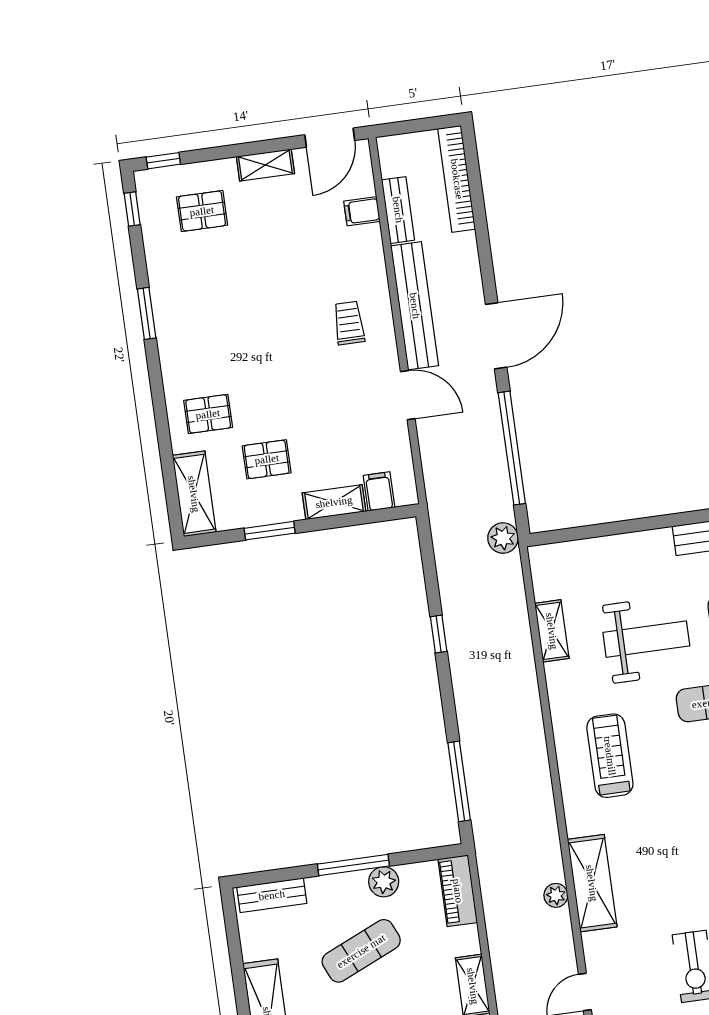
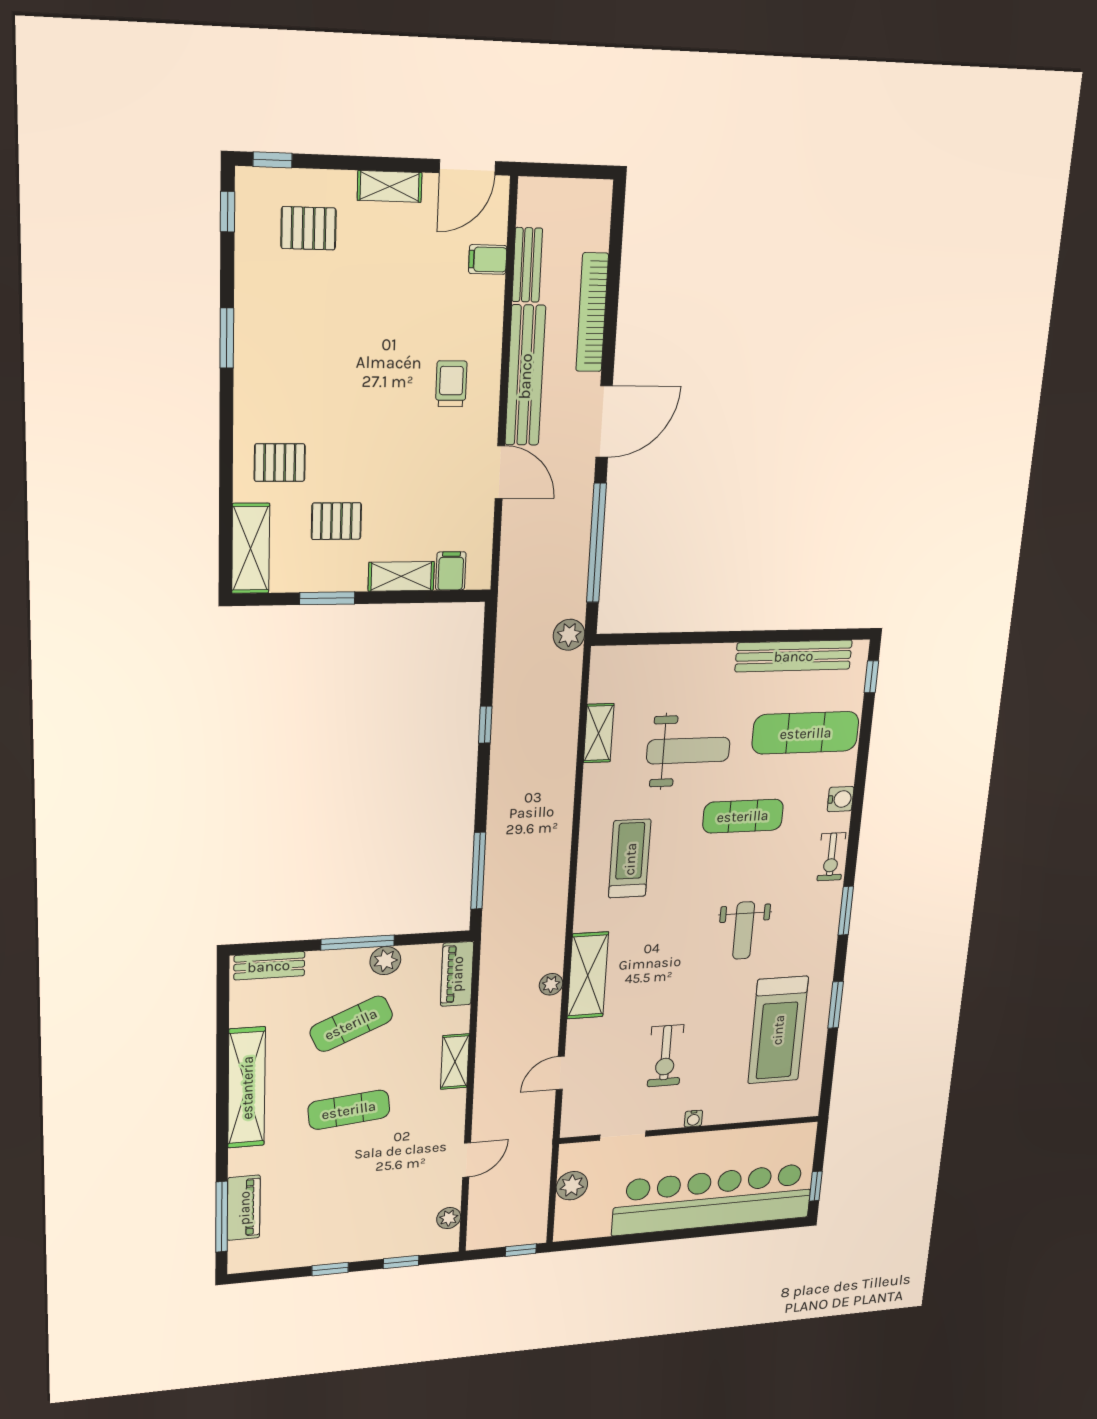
bookcase: (457, 179) -> (592, 312), moved

